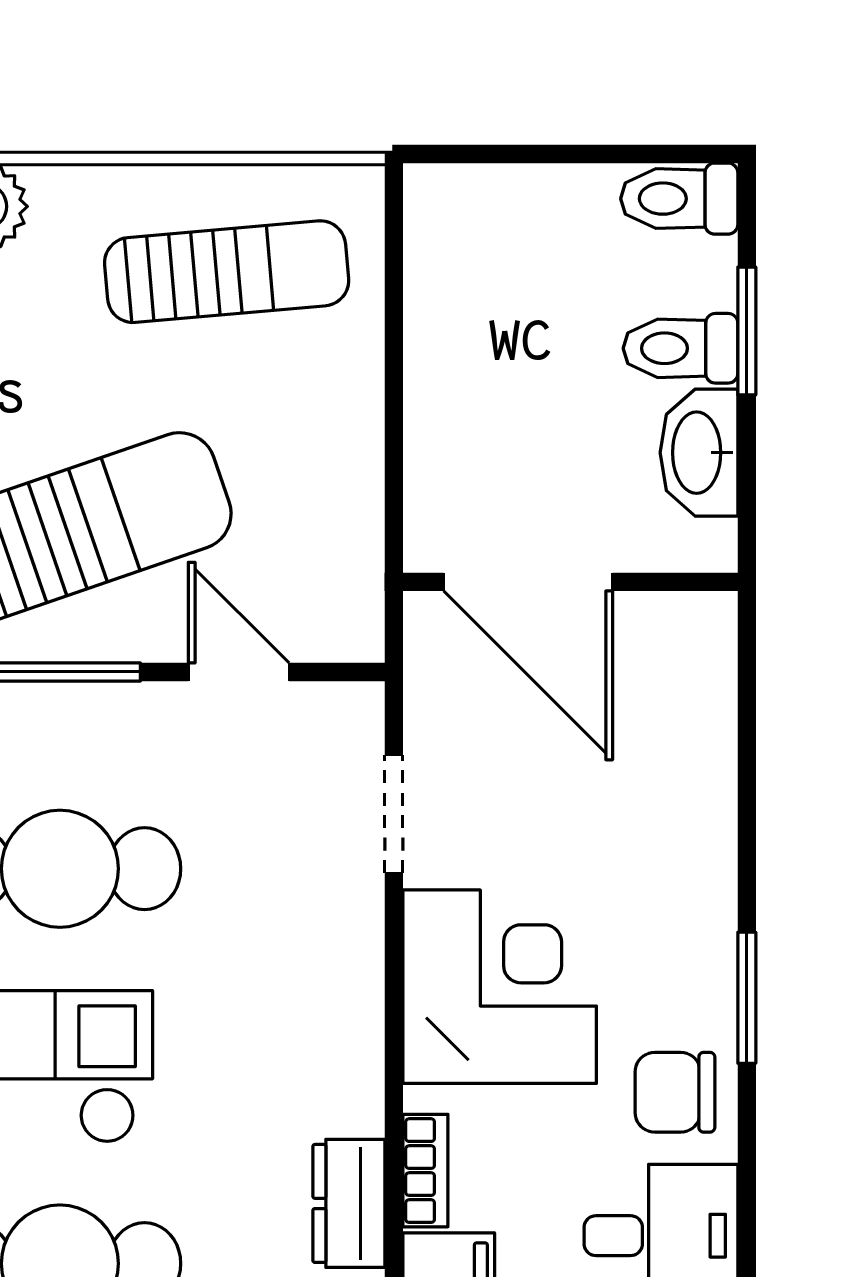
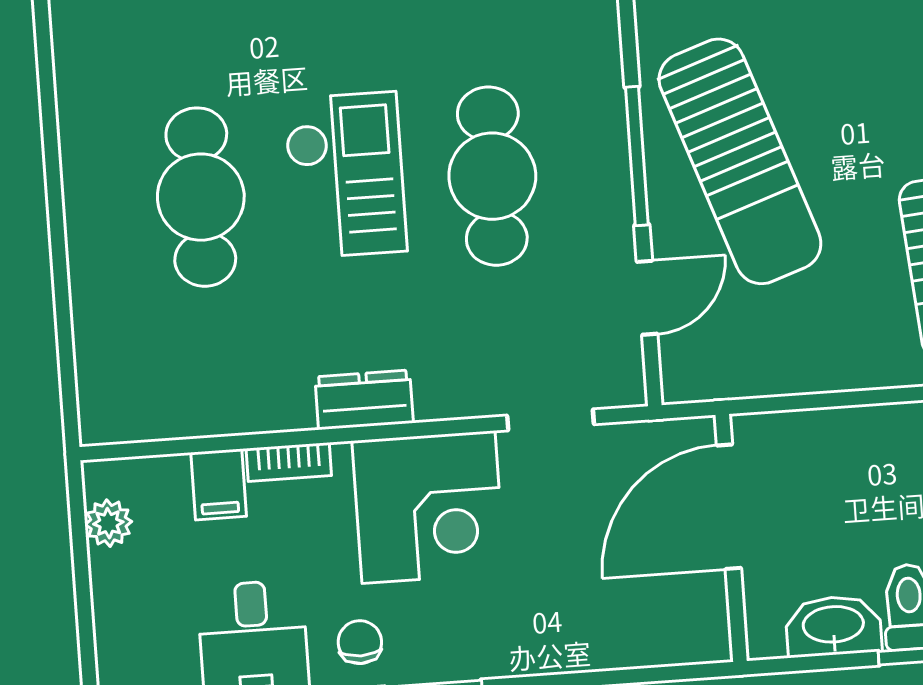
chair: (675, 1092) -> (360, 642), width x0.73, depth x0.73
dresser: (349, 1203) -> (364, 400), moved

